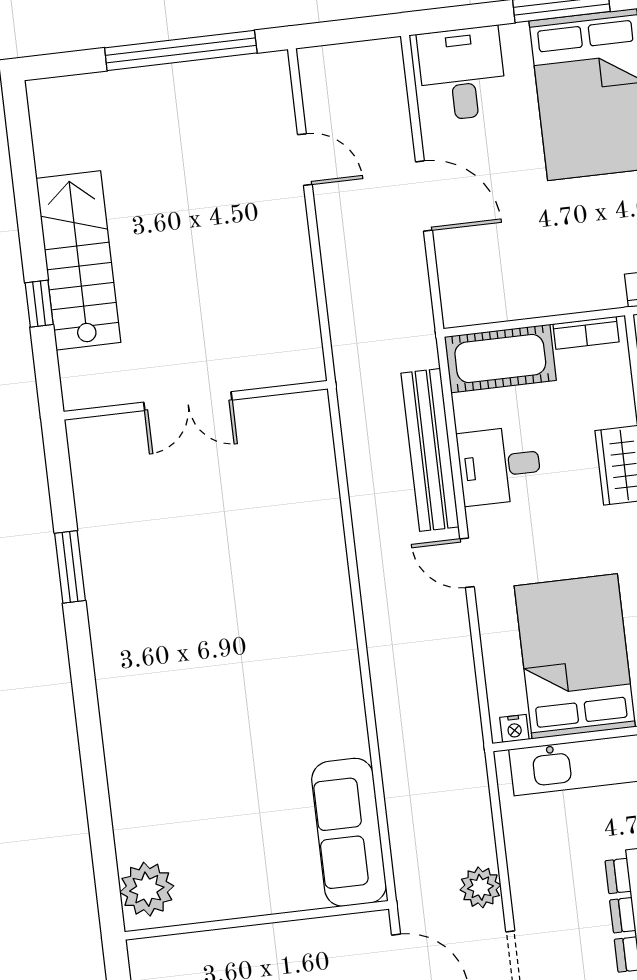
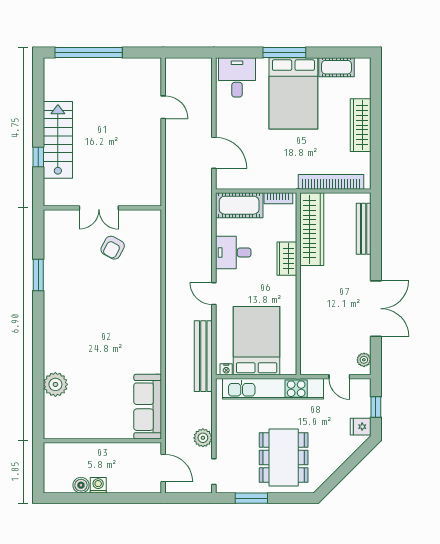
window: (181, 50) -> (89, 53), moved
door: (424, 196) -> (214, 153), moved
bench: (430, 450) -> (203, 356), moved
armchair: (229, 486) -> (113, 248), added
plant: (147, 889) -> (55, 384), moved

